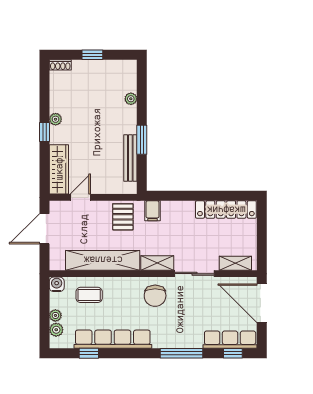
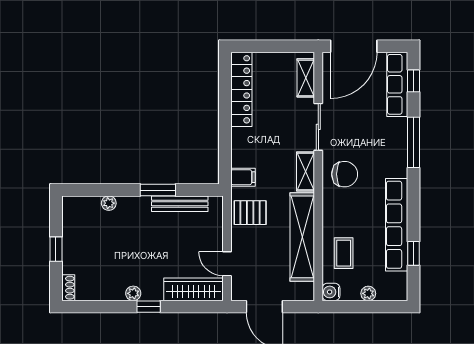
plant: (56, 330) -> (385, 293), removed

